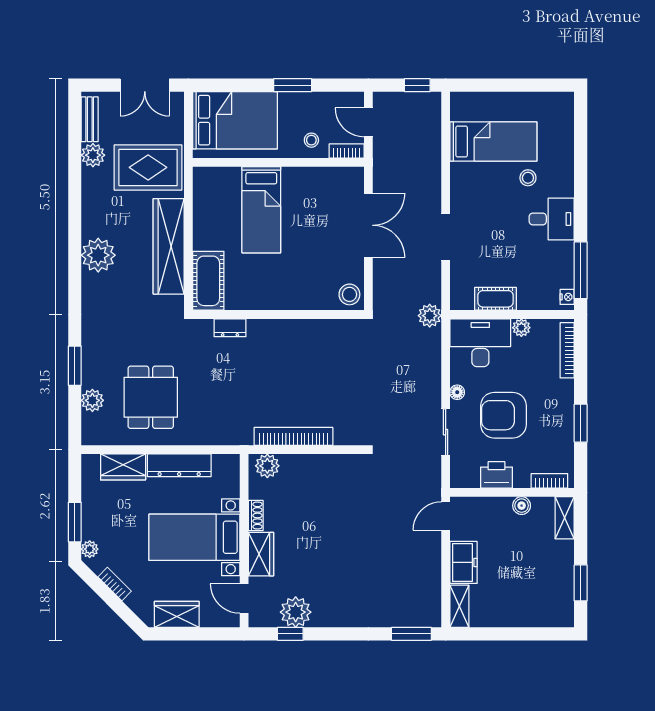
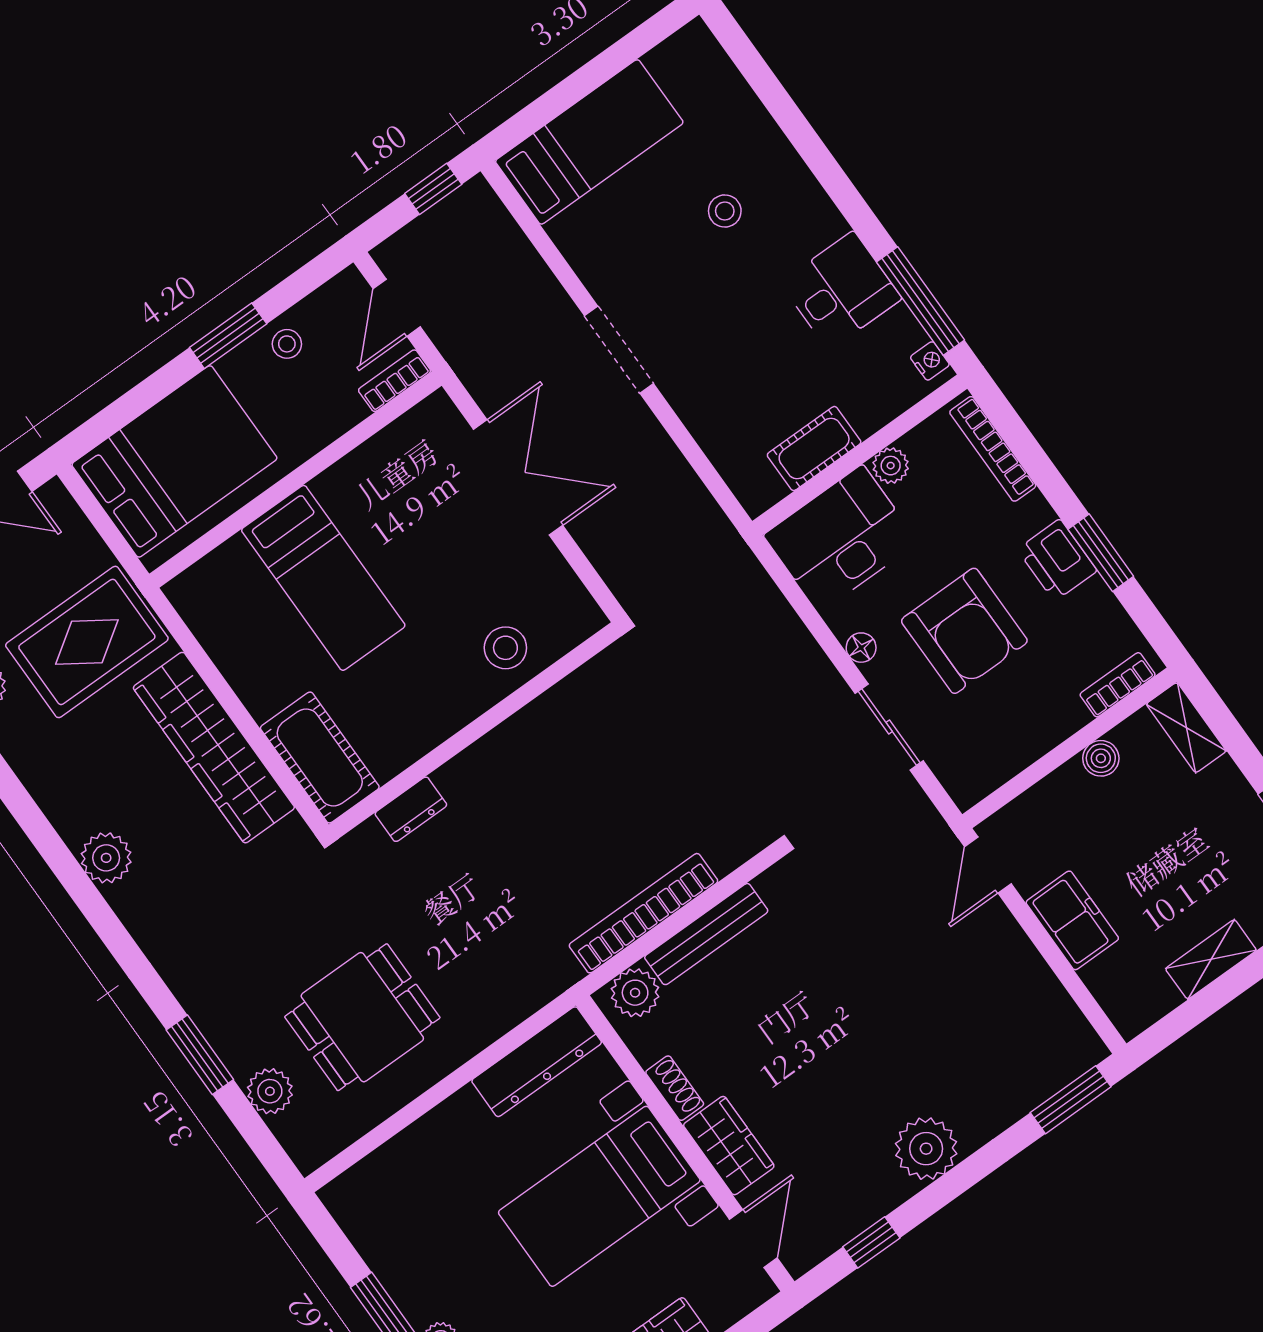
door: (368, 122) -> (397, 308), hinge flipped
stool: (311, 140) -> (287, 344), moved
bed: (493, 141) -> (589, 142), moved
desk: (552, 219) -> (841, 291), moved
doorway: (446, 237) -> (619, 350), moved
plant: (98, 255) -> (106, 858), width x0.73, depth x0.73
stool: (349, 294) -> (505, 648), moved
plant: (430, 316) -> (726, 554), removed
dining table: (151, 397) -> (362, 1017), turned 90
armchair: (503, 415) -> (964, 631), turned -90
bench: (313, 463) -> (706, 934), added
dresser: (179, 465) -> (537, 1062), moved
wardrobe: (123, 467) -> (399, 1164), removed
printer: (497, 475) -> (1057, 560), moved, turned -90
door: (244, 599) -> (753, 1239), swing flipped
shelving: (459, 606) -> (1211, 959), moved, turned 90
plant: (296, 612) -> (926, 1149), moved

